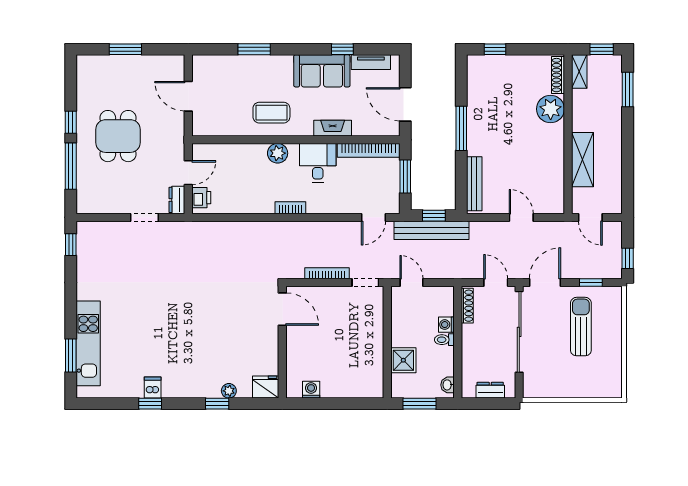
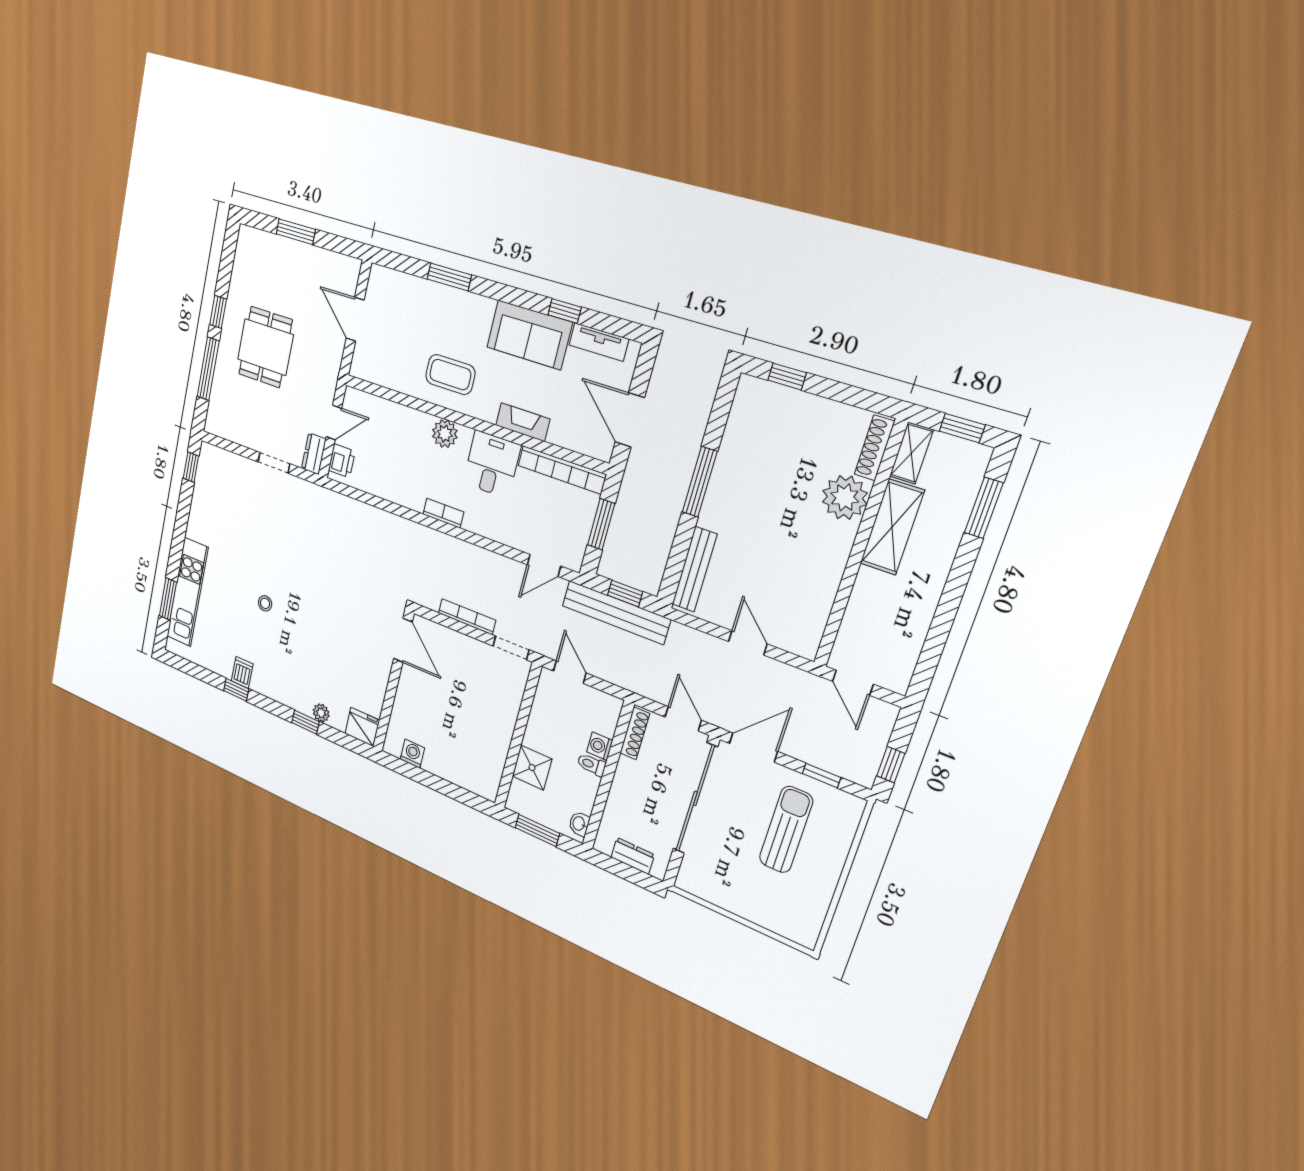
shelving: (582, 160) -> (892, 527), moved
stool: (161, 326) -> (265, 603), added

